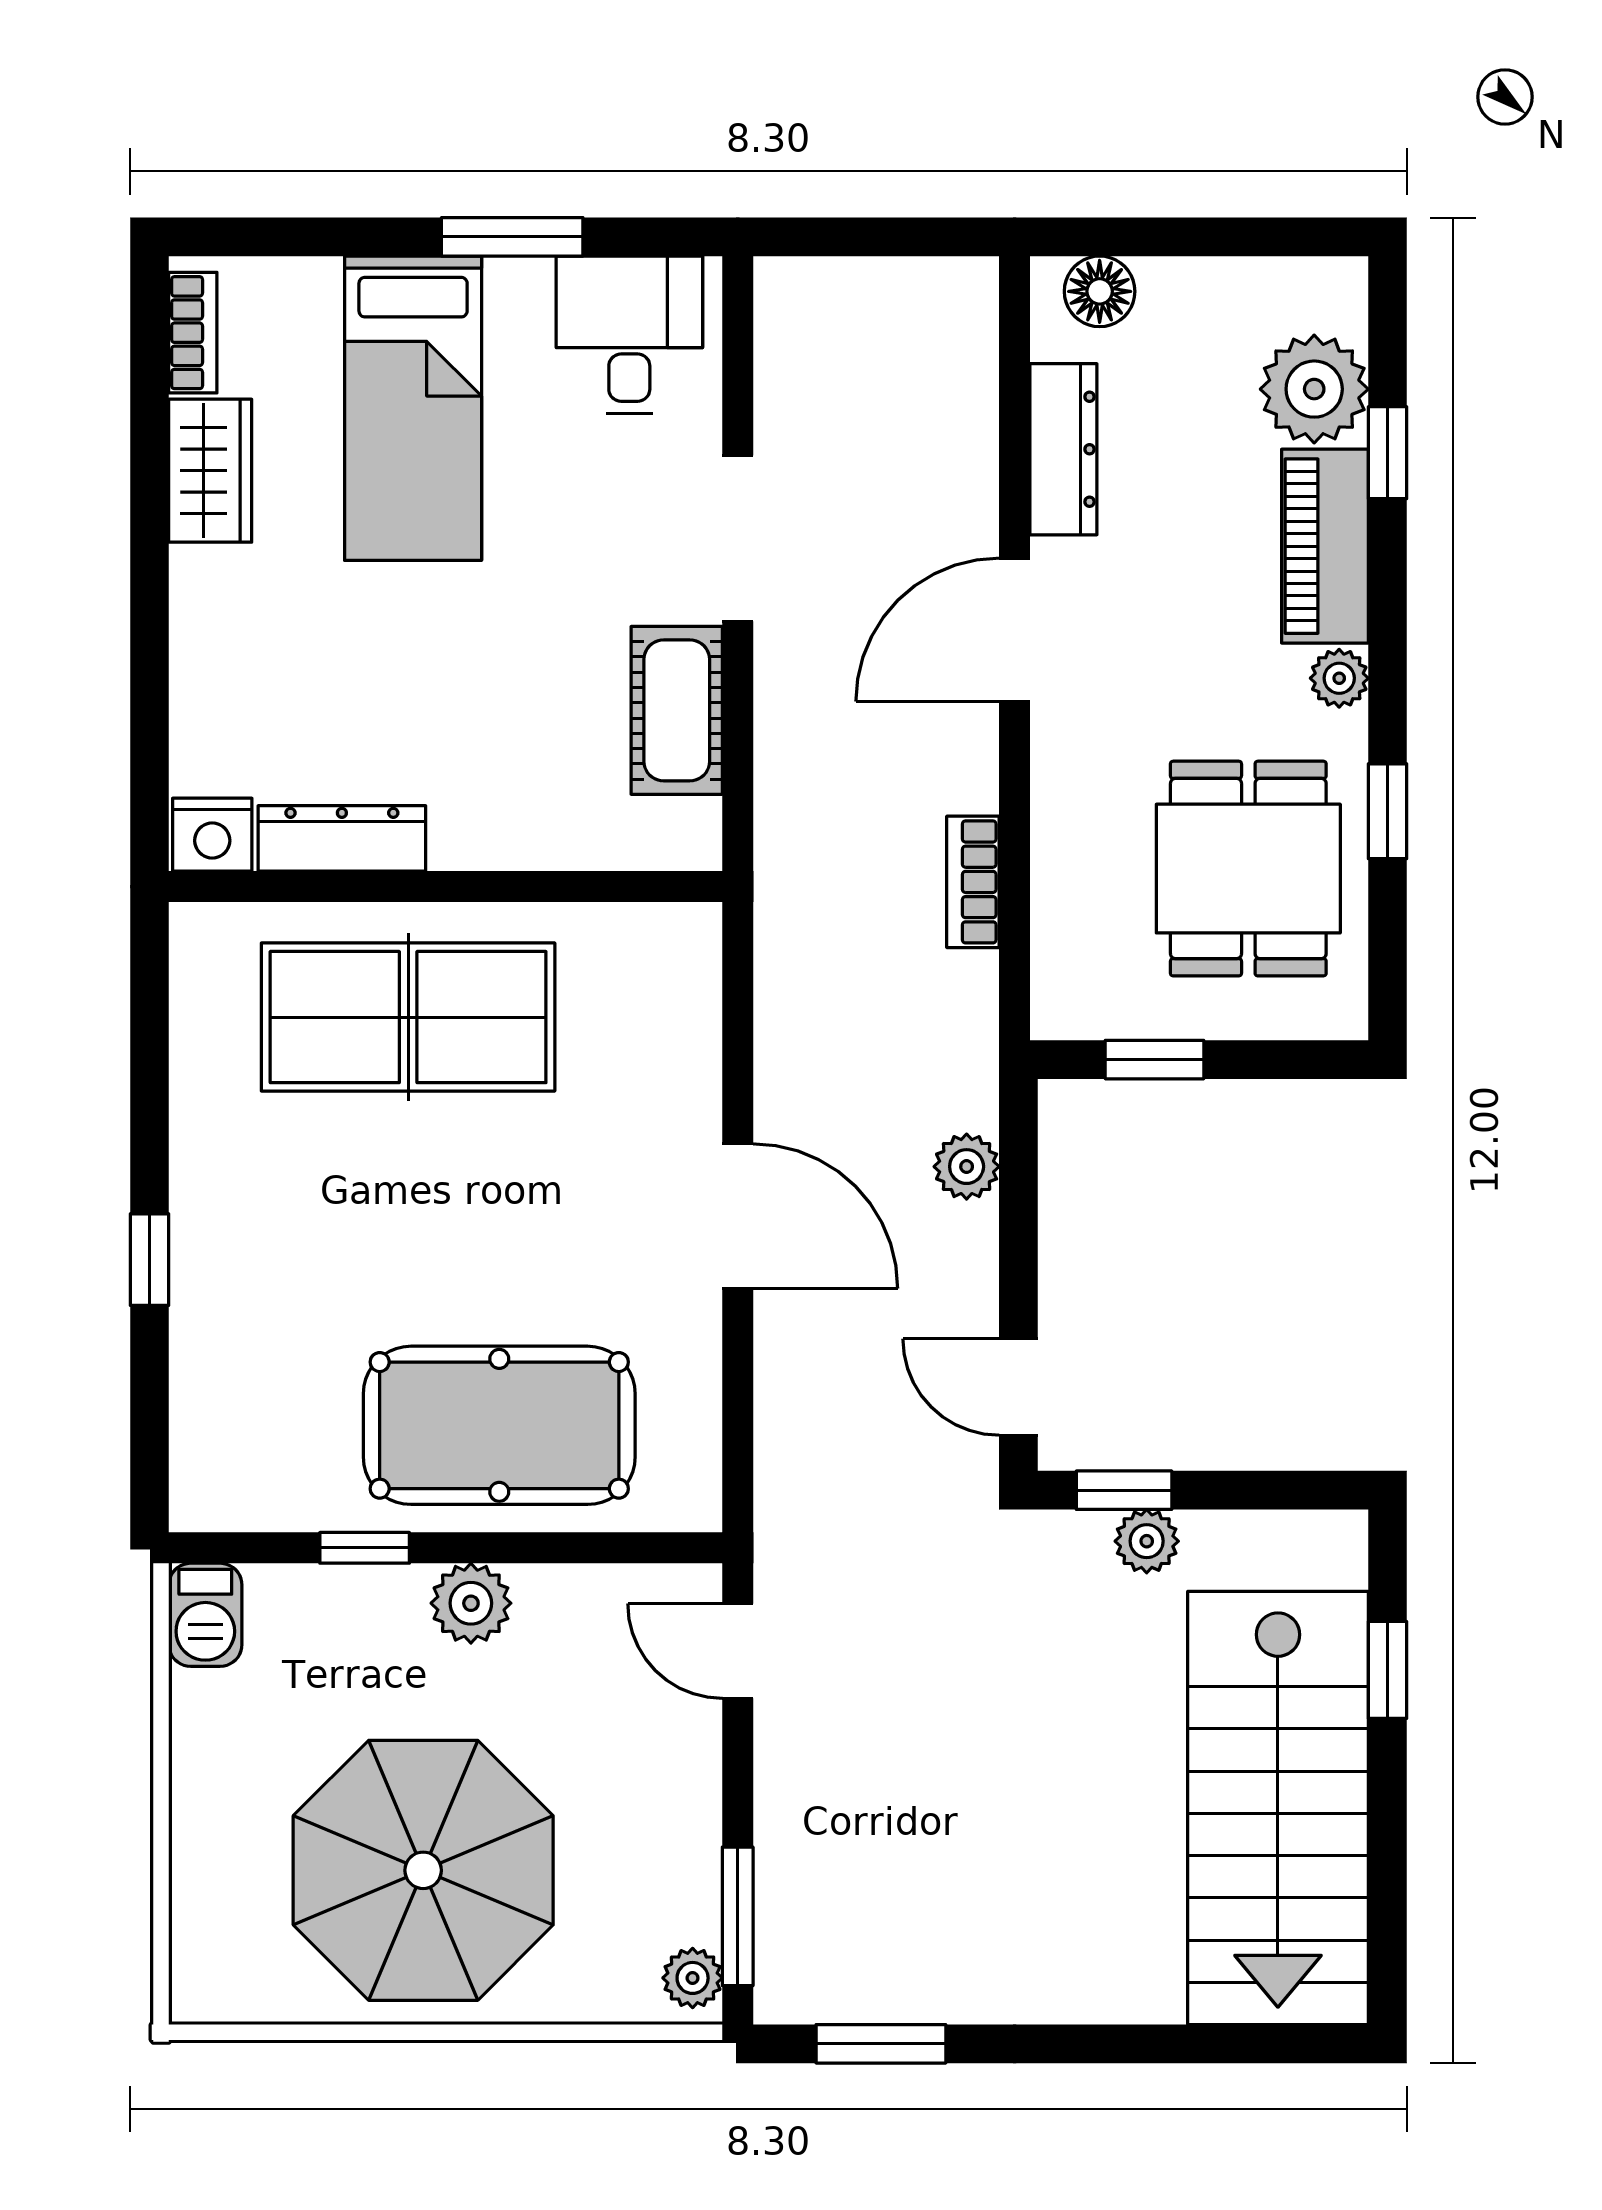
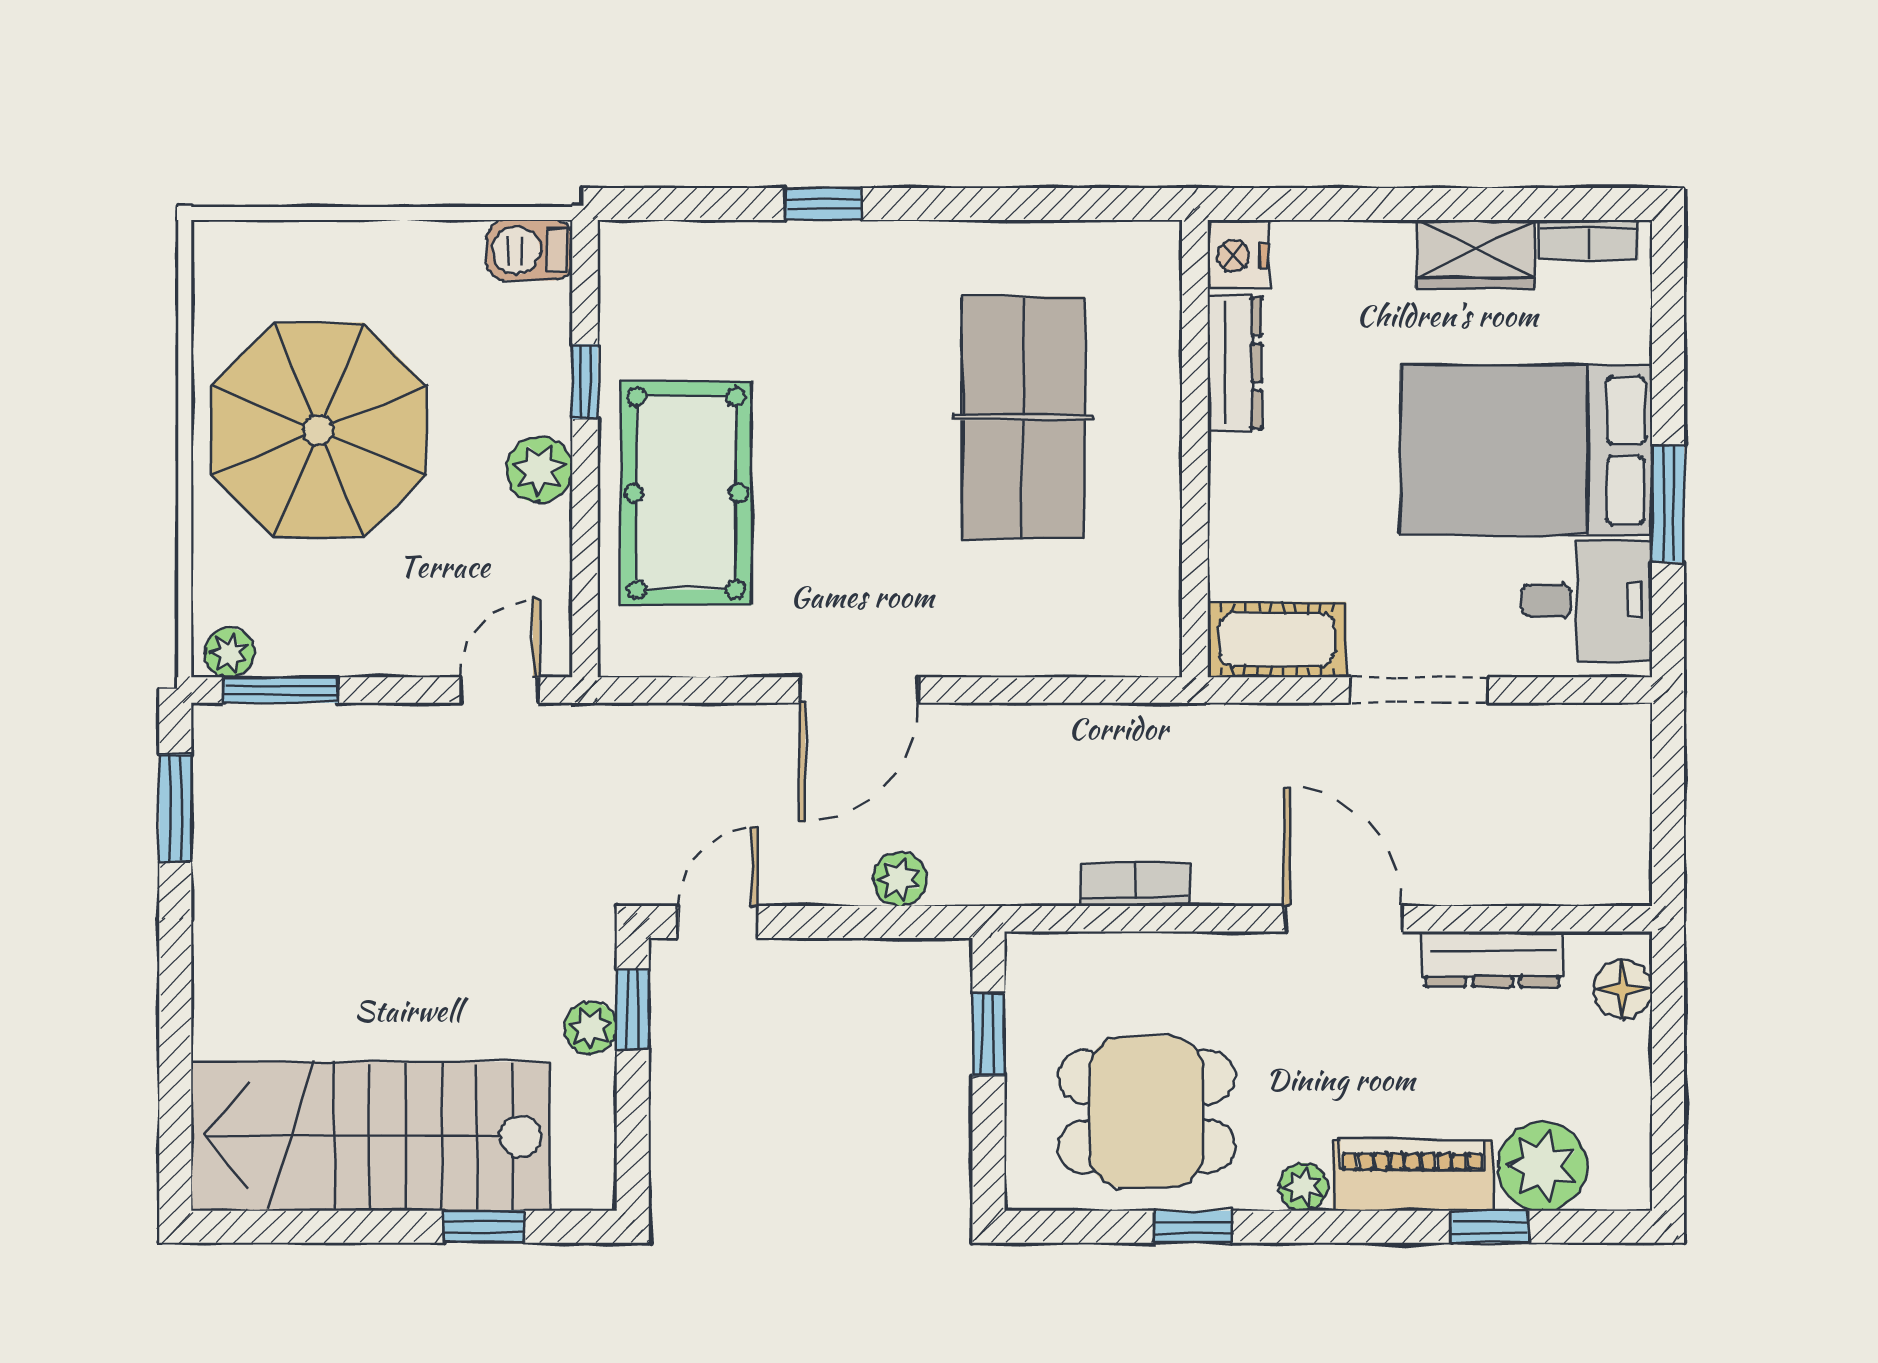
bed: (413, 408) -> (1527, 450), width x1.50
nightstand: (212, 835) -> (1238, 256), moved
dresser: (342, 838) -> (1235, 363), moved
wall: (446, 887) -> (1195, 449), moved

